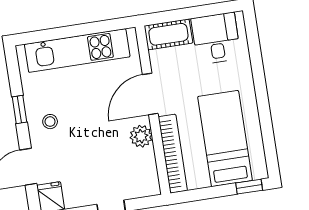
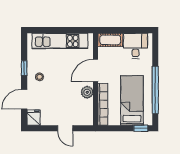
window: (264, 113) -> (155, 90), added

